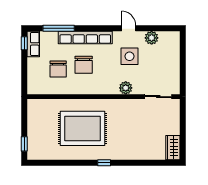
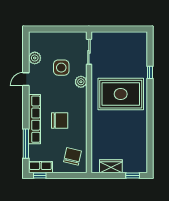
side table: (129, 56) -> (61, 68), moved
chair: (58, 69) -> (72, 156), moved, turned -77
rug: (83, 128) -> (121, 94), moved, turned 90
wardrobe: (173, 148) -> (111, 166), moved, turned 180
window: (104, 163) -> (150, 72), moved

